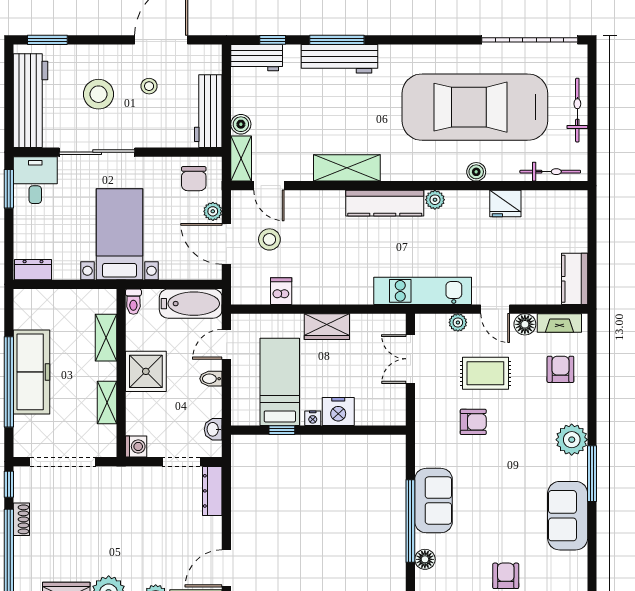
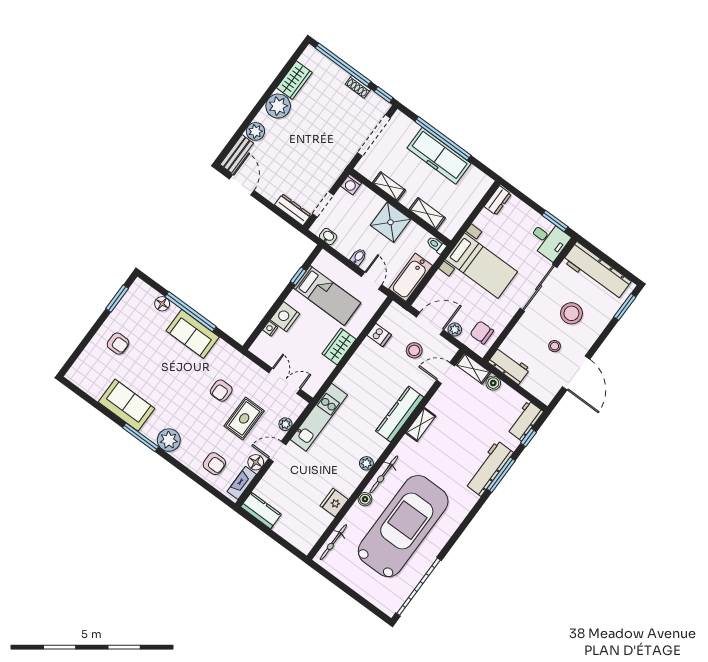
bicycle: (577, 110) -> (384, 474), moved, turned 90
workbench: (208, 111) -> (509, 366), width x0.73
shelving: (347, 168) -> (421, 424), width x0.67, depth x0.75
kitchen counter: (385, 203) -> (400, 414), moved
nightstand: (313, 418) -> (270, 329), moved

